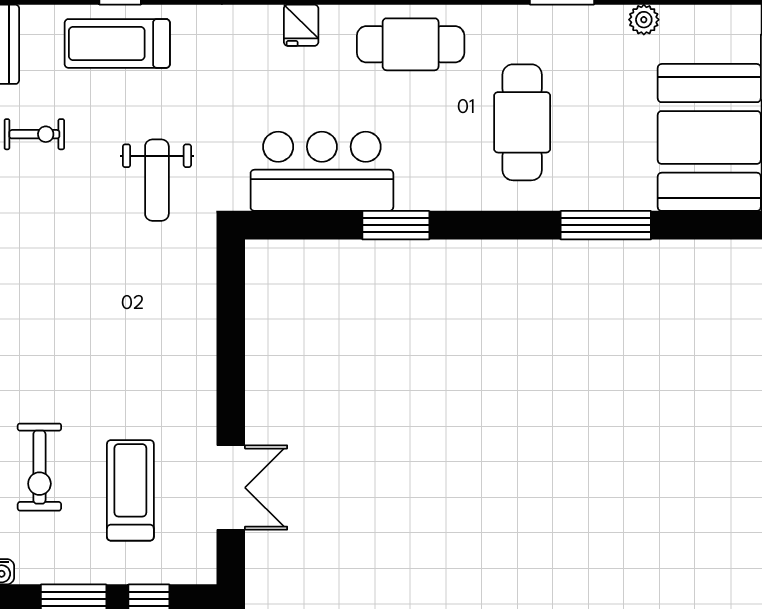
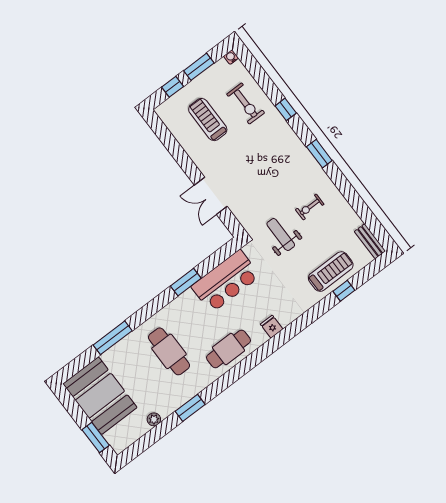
exercise bike: (34, 134) -> (310, 207), moved
exercise bike: (39, 467) -> (246, 104), turned 180
double door: (231, 488) -> (211, 196), moved
treadmill: (130, 490) -> (208, 120), turned 180

